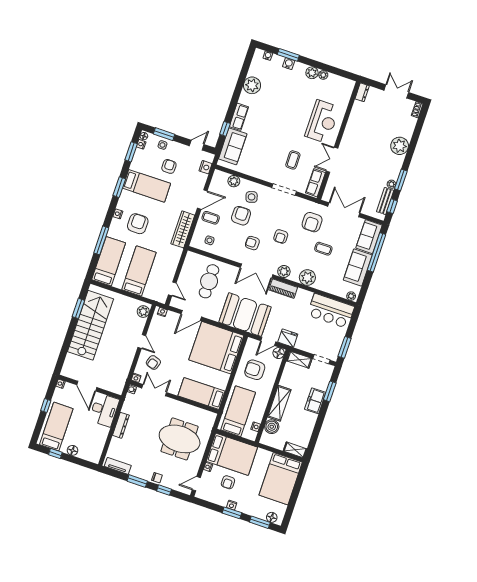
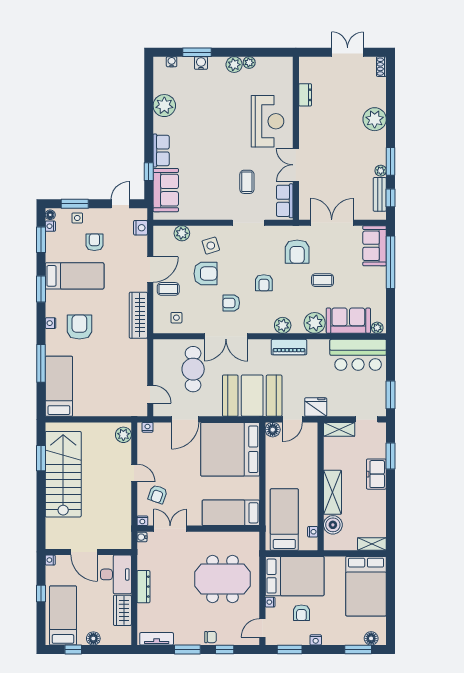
dresser: (362, 92) -> (305, 95), moved
armchair: (241, 216) -> (206, 274), turned 90
sofa: (358, 267) -> (348, 321), moved, turned 90
bed: (139, 271) -> (101, 386), removed
double door: (257, 271) -> (226, 336), moved
floor lamp: (279, 353) -> (273, 430), moved
armchair: (255, 370) -> (288, 461), removed
wardrobe: (100, 437) -> (122, 610), added
window: (232, 513) -> (290, 650), moved

